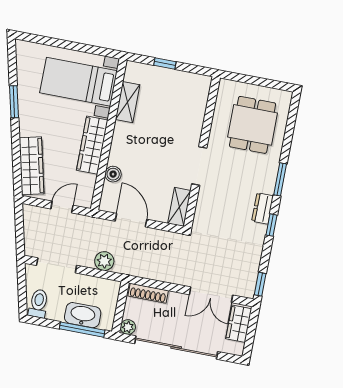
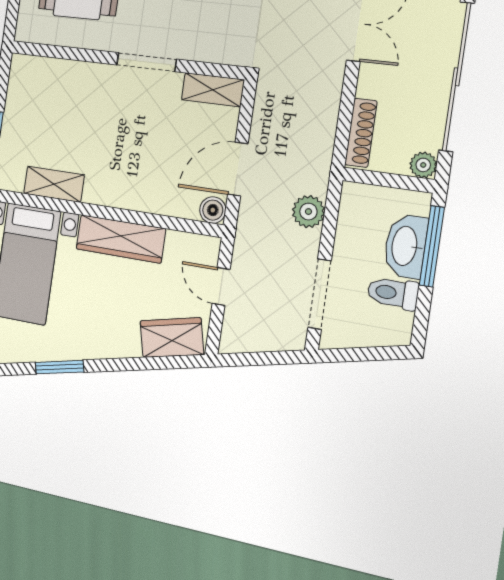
wardrobe: (32, 166) -> (172, 338), width x0.67
boiler: (113, 174) -> (213, 210), moved
toilet: (38, 303) -> (393, 293), moved

